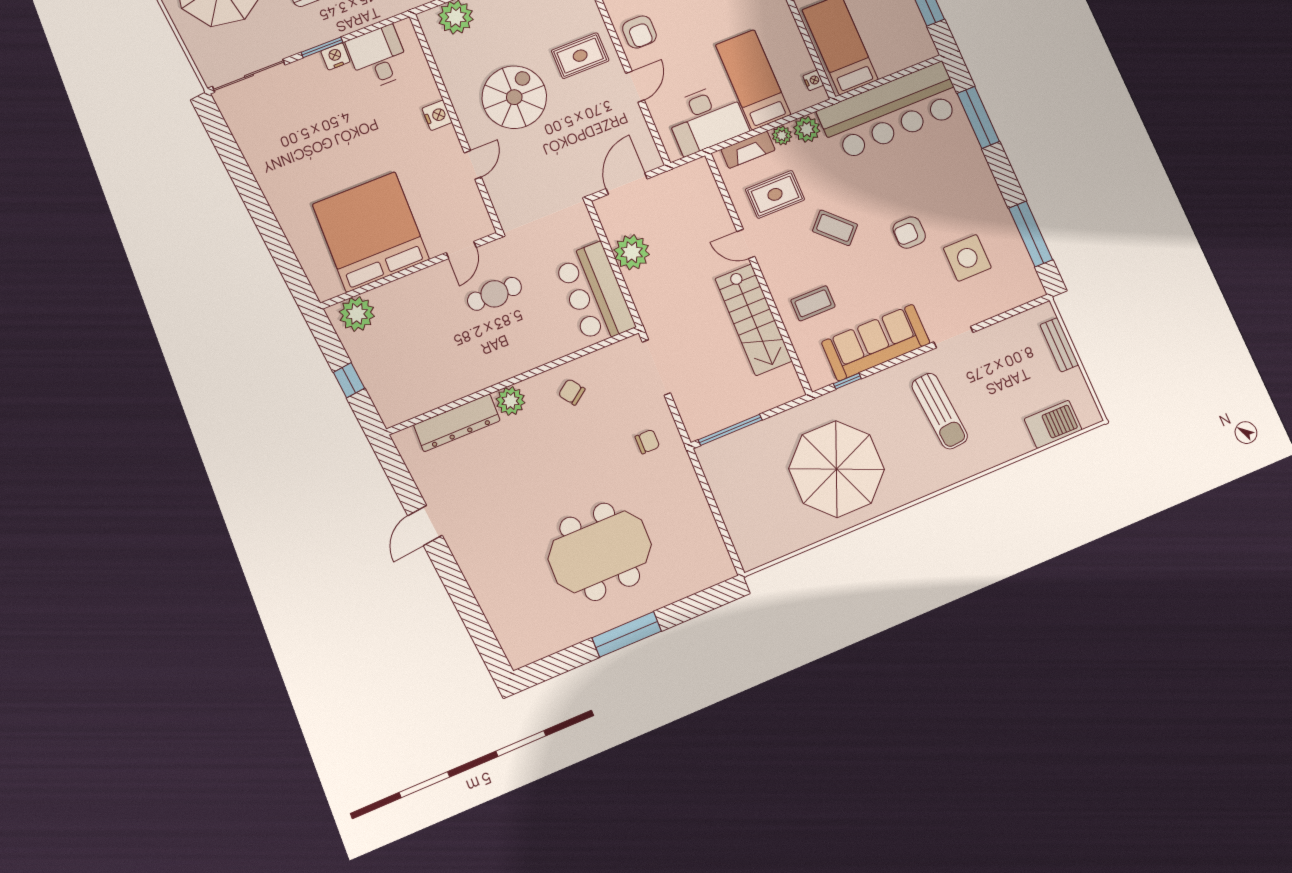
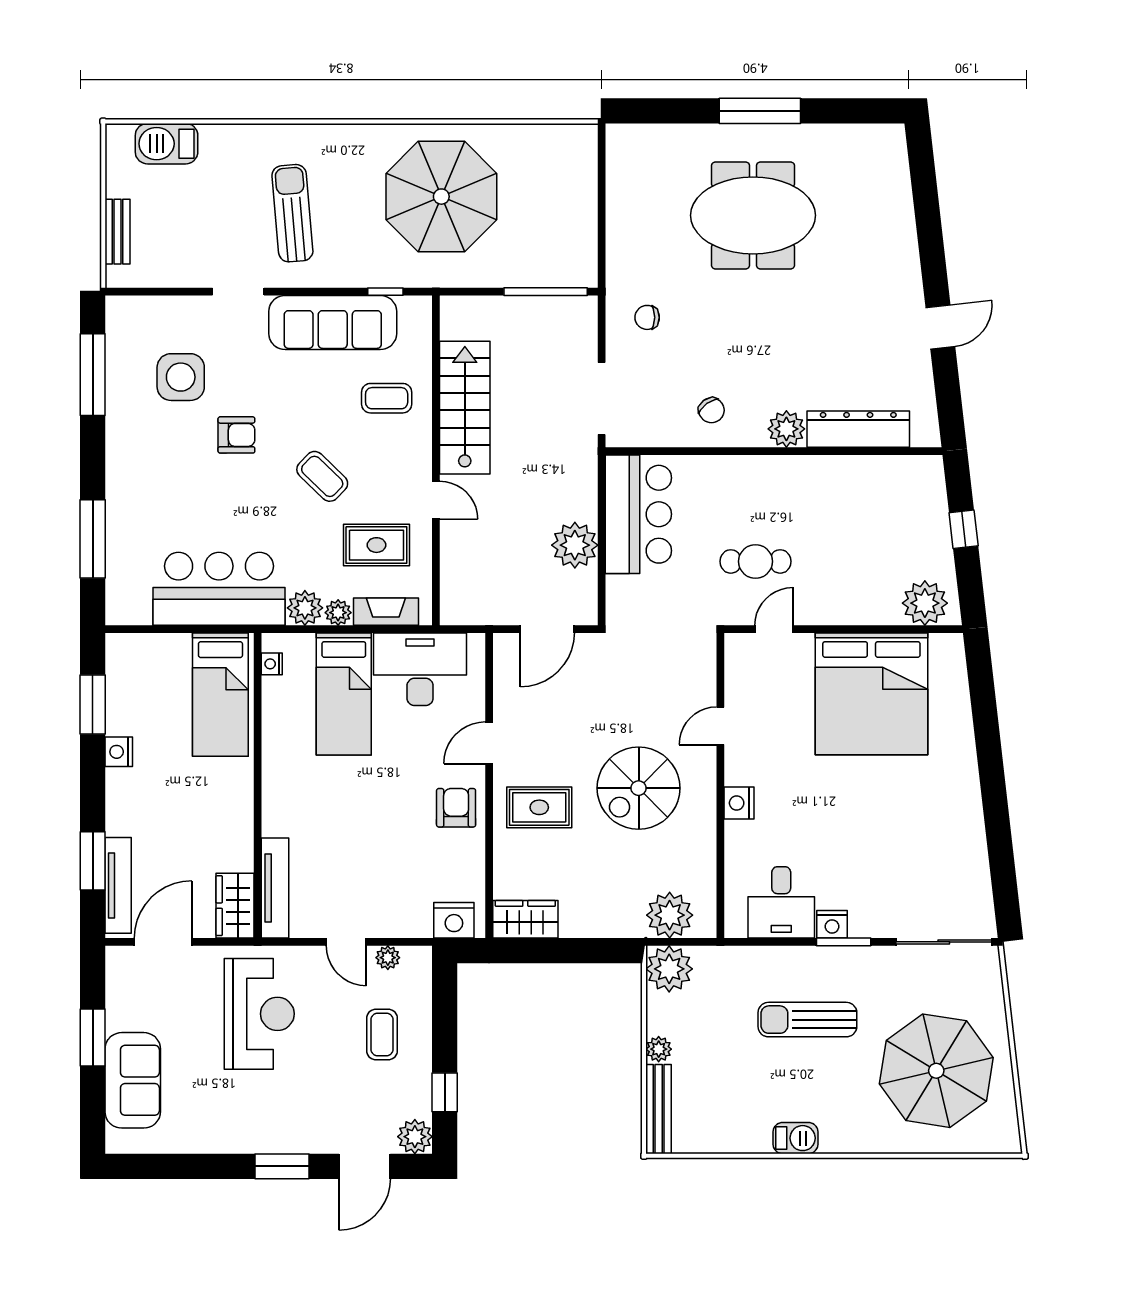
bar counter: (891, 111) -> (219, 589), width x0.73

